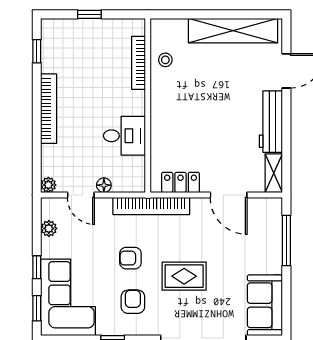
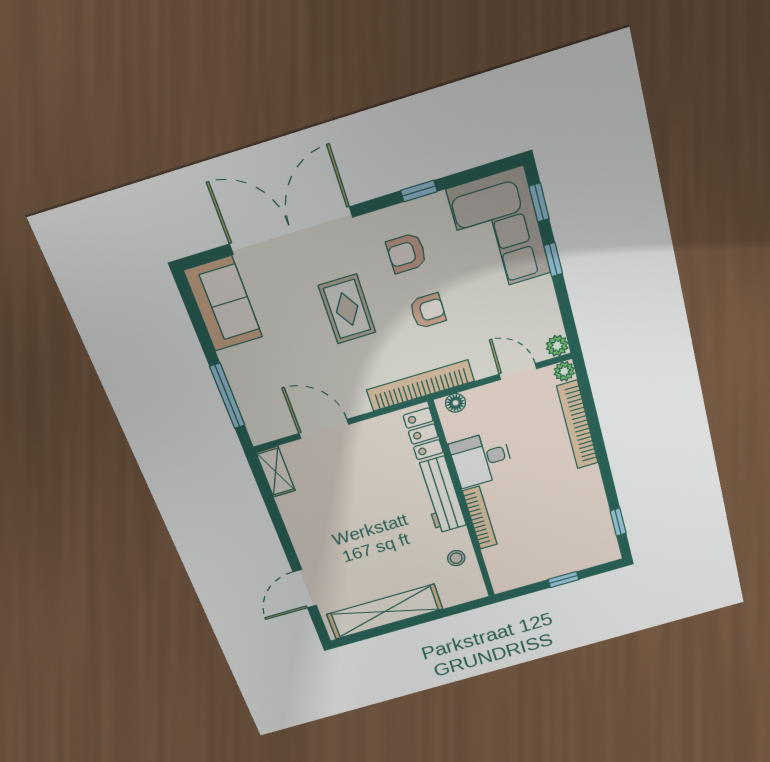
bookcase: (138, 63) -> (480, 518), moved
bookcase: (49, 109) -> (578, 425), moved
workbench: (271, 122) -> (441, 495), moved, turned 180
locker: (181, 182) -> (423, 434), moved, turned 90
floor lamp: (104, 185) -> (456, 403), moved
plant: (49, 228) -> (557, 346), moved
rug: (184, 276) -> (347, 309), turned 90
armchair: (133, 302) -> (407, 253), turned 90

